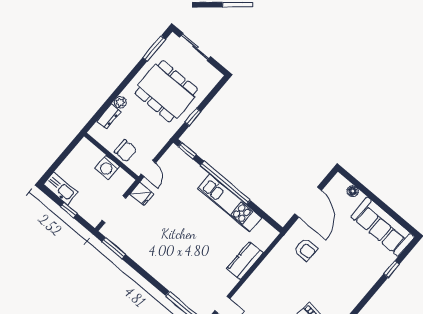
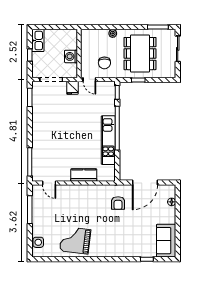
dresser: (109, 117) -> (100, 34), removed
chair: (126, 151) -> (104, 63), moved
door: (148, 168) -> (89, 79), hinge flipped
sofa: (383, 227) -> (166, 241), width x0.73

